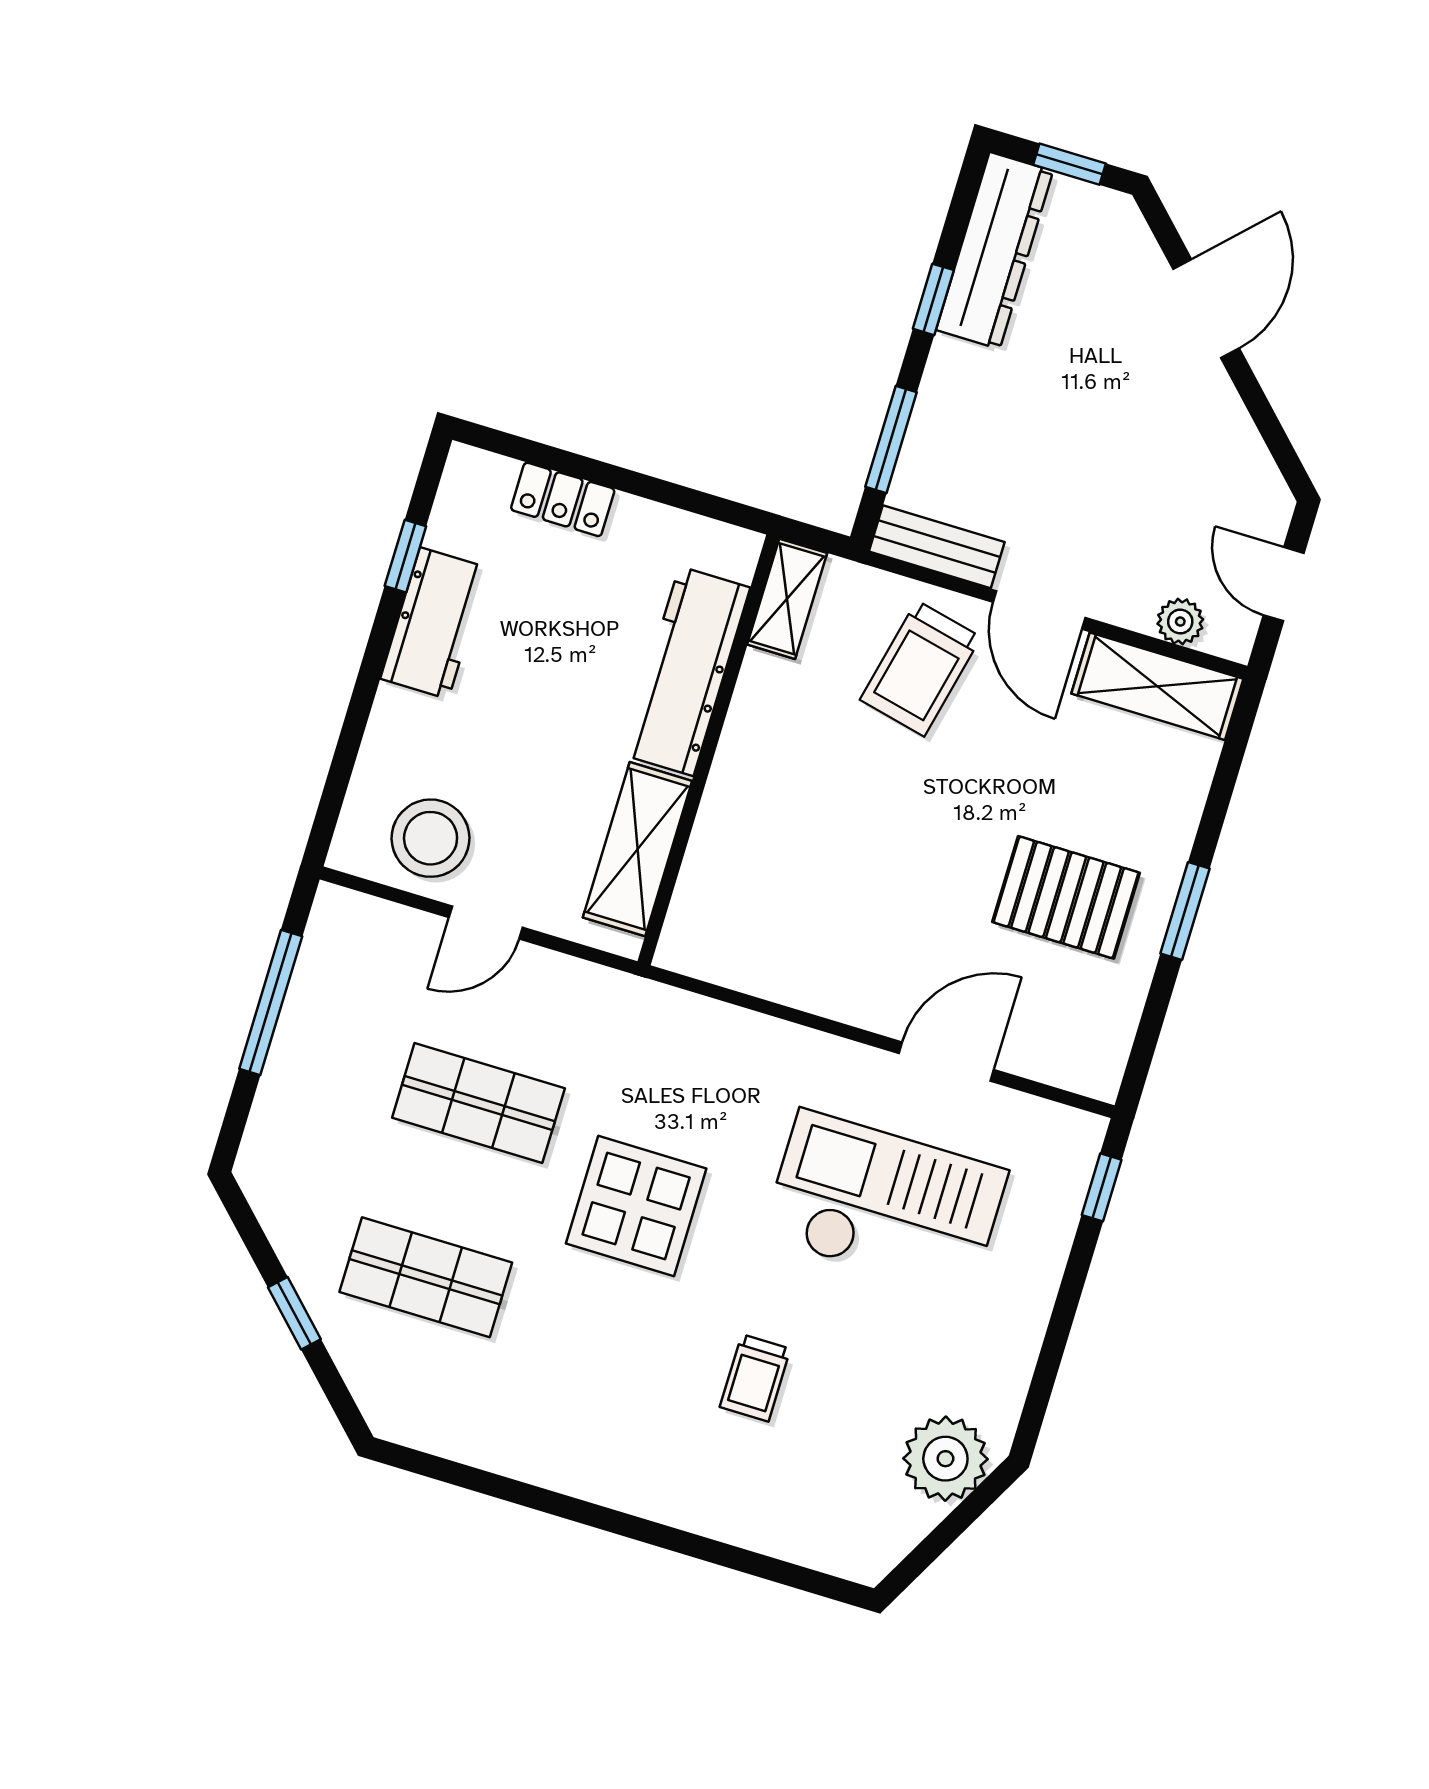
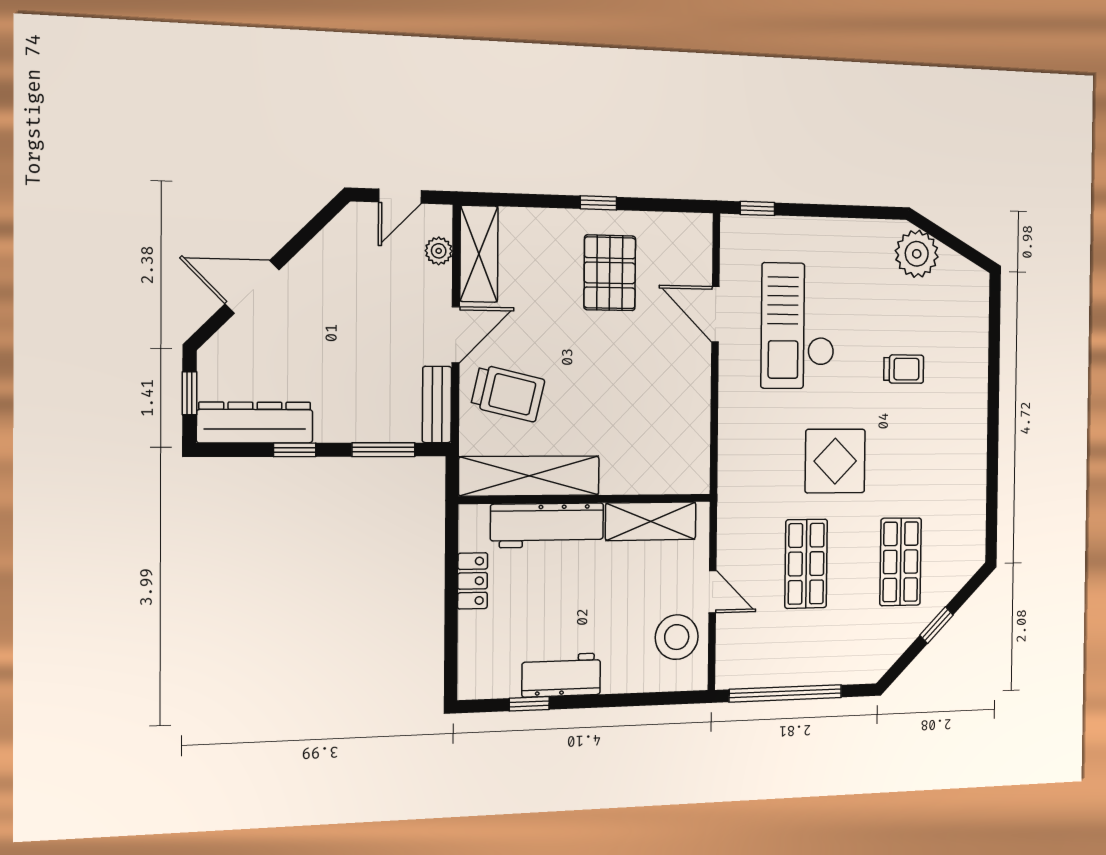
locker: (563, 499) -> (473, 581), moved
shelving: (787, 599) -> (529, 476), width x2.20, depth x1.33
window: (1185, 911) -> (598, 203), width x0.67
window: (271, 1002) -> (786, 693), width x1.46

